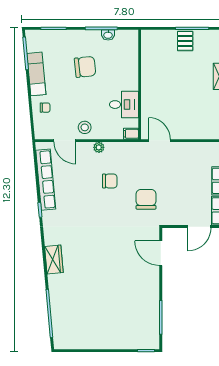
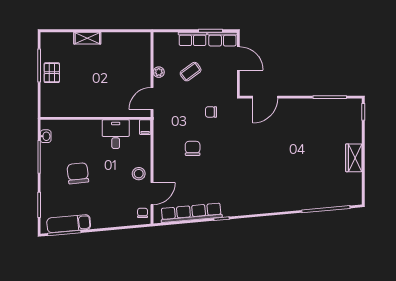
washbasin: (108, 35) -> (46, 136), moved
pallet: (185, 41) -> (52, 73), turned 90
exam couch: (36, 74) -> (69, 224), moved
chair: (45, 108) -> (143, 213), moved
plant: (99, 147) -> (159, 72), moved
coffee table: (186, 179) -> (191, 72), added
chair: (146, 199) -> (211, 112), width x0.54, depth x0.54
wardrobe: (54, 259) -> (354, 158), moved, turned -85

